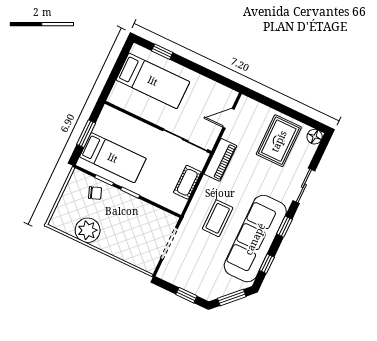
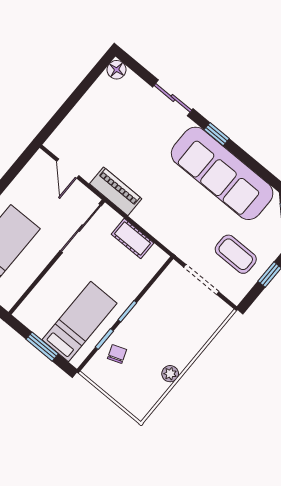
rug: (279, 141) -> (110, 114), removed
coffee table: (218, 218) -> (236, 254), moved
plant: (88, 230) -> (170, 374), width x0.53, depth x0.53
window: (267, 264) -> (256, 167), removed

